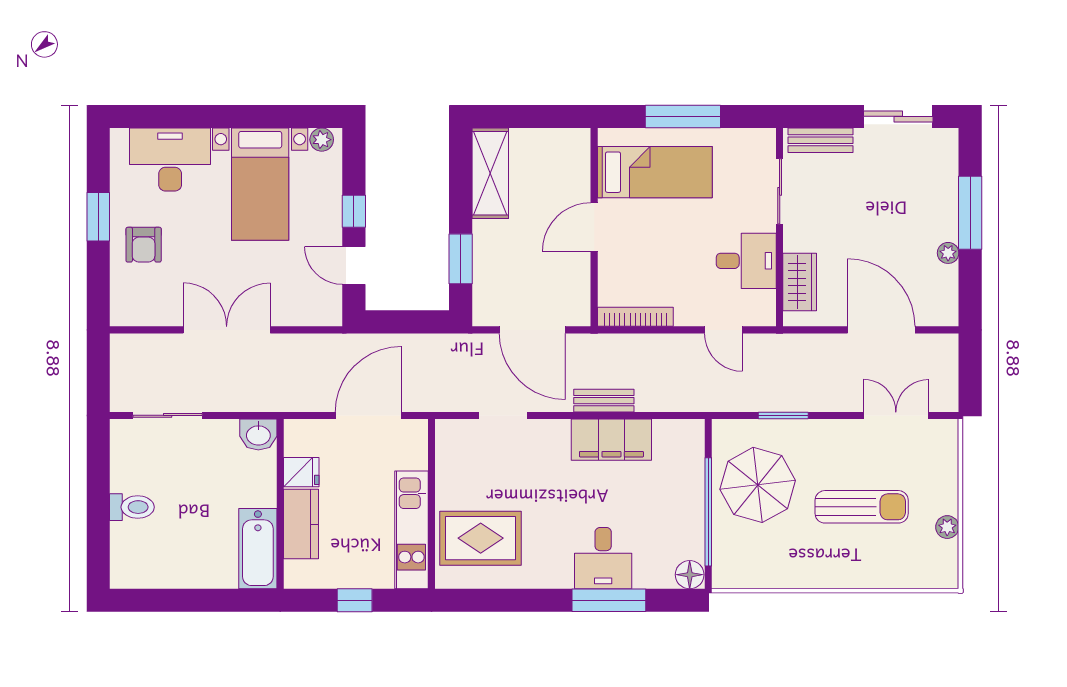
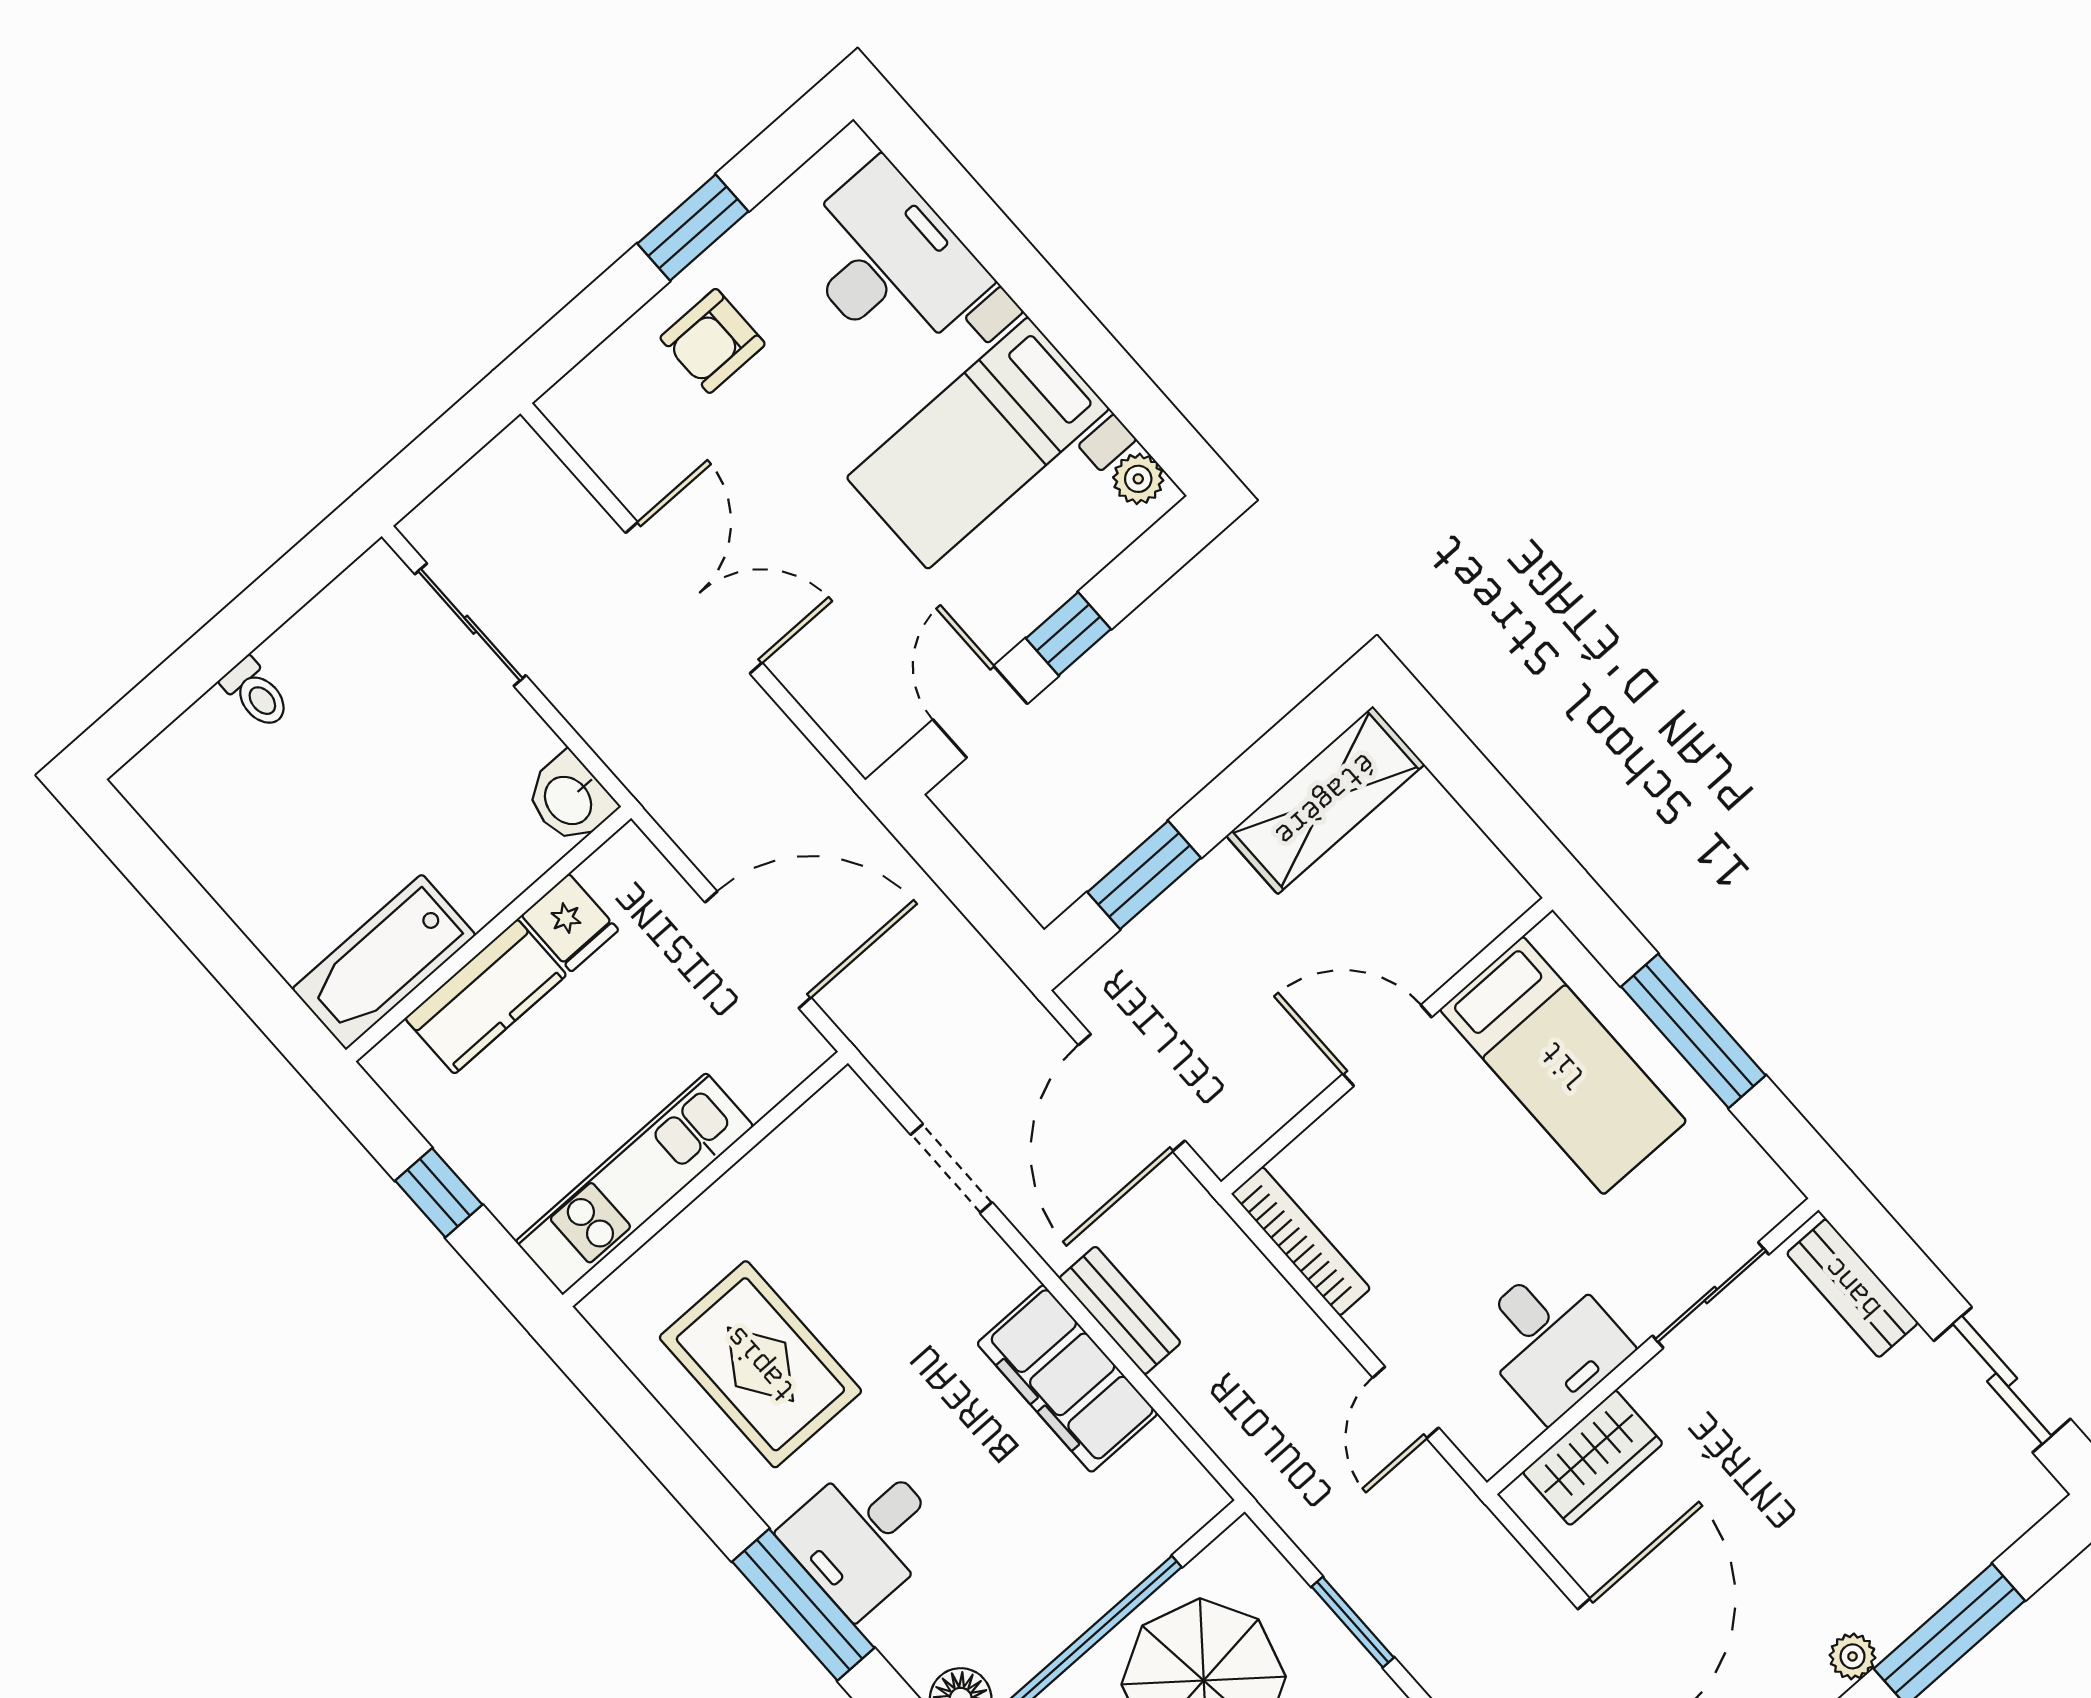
toilet: (132, 507) -> (256, 693), width x0.73, depth x0.72
rug: (481, 538) -> (760, 1364), moved

